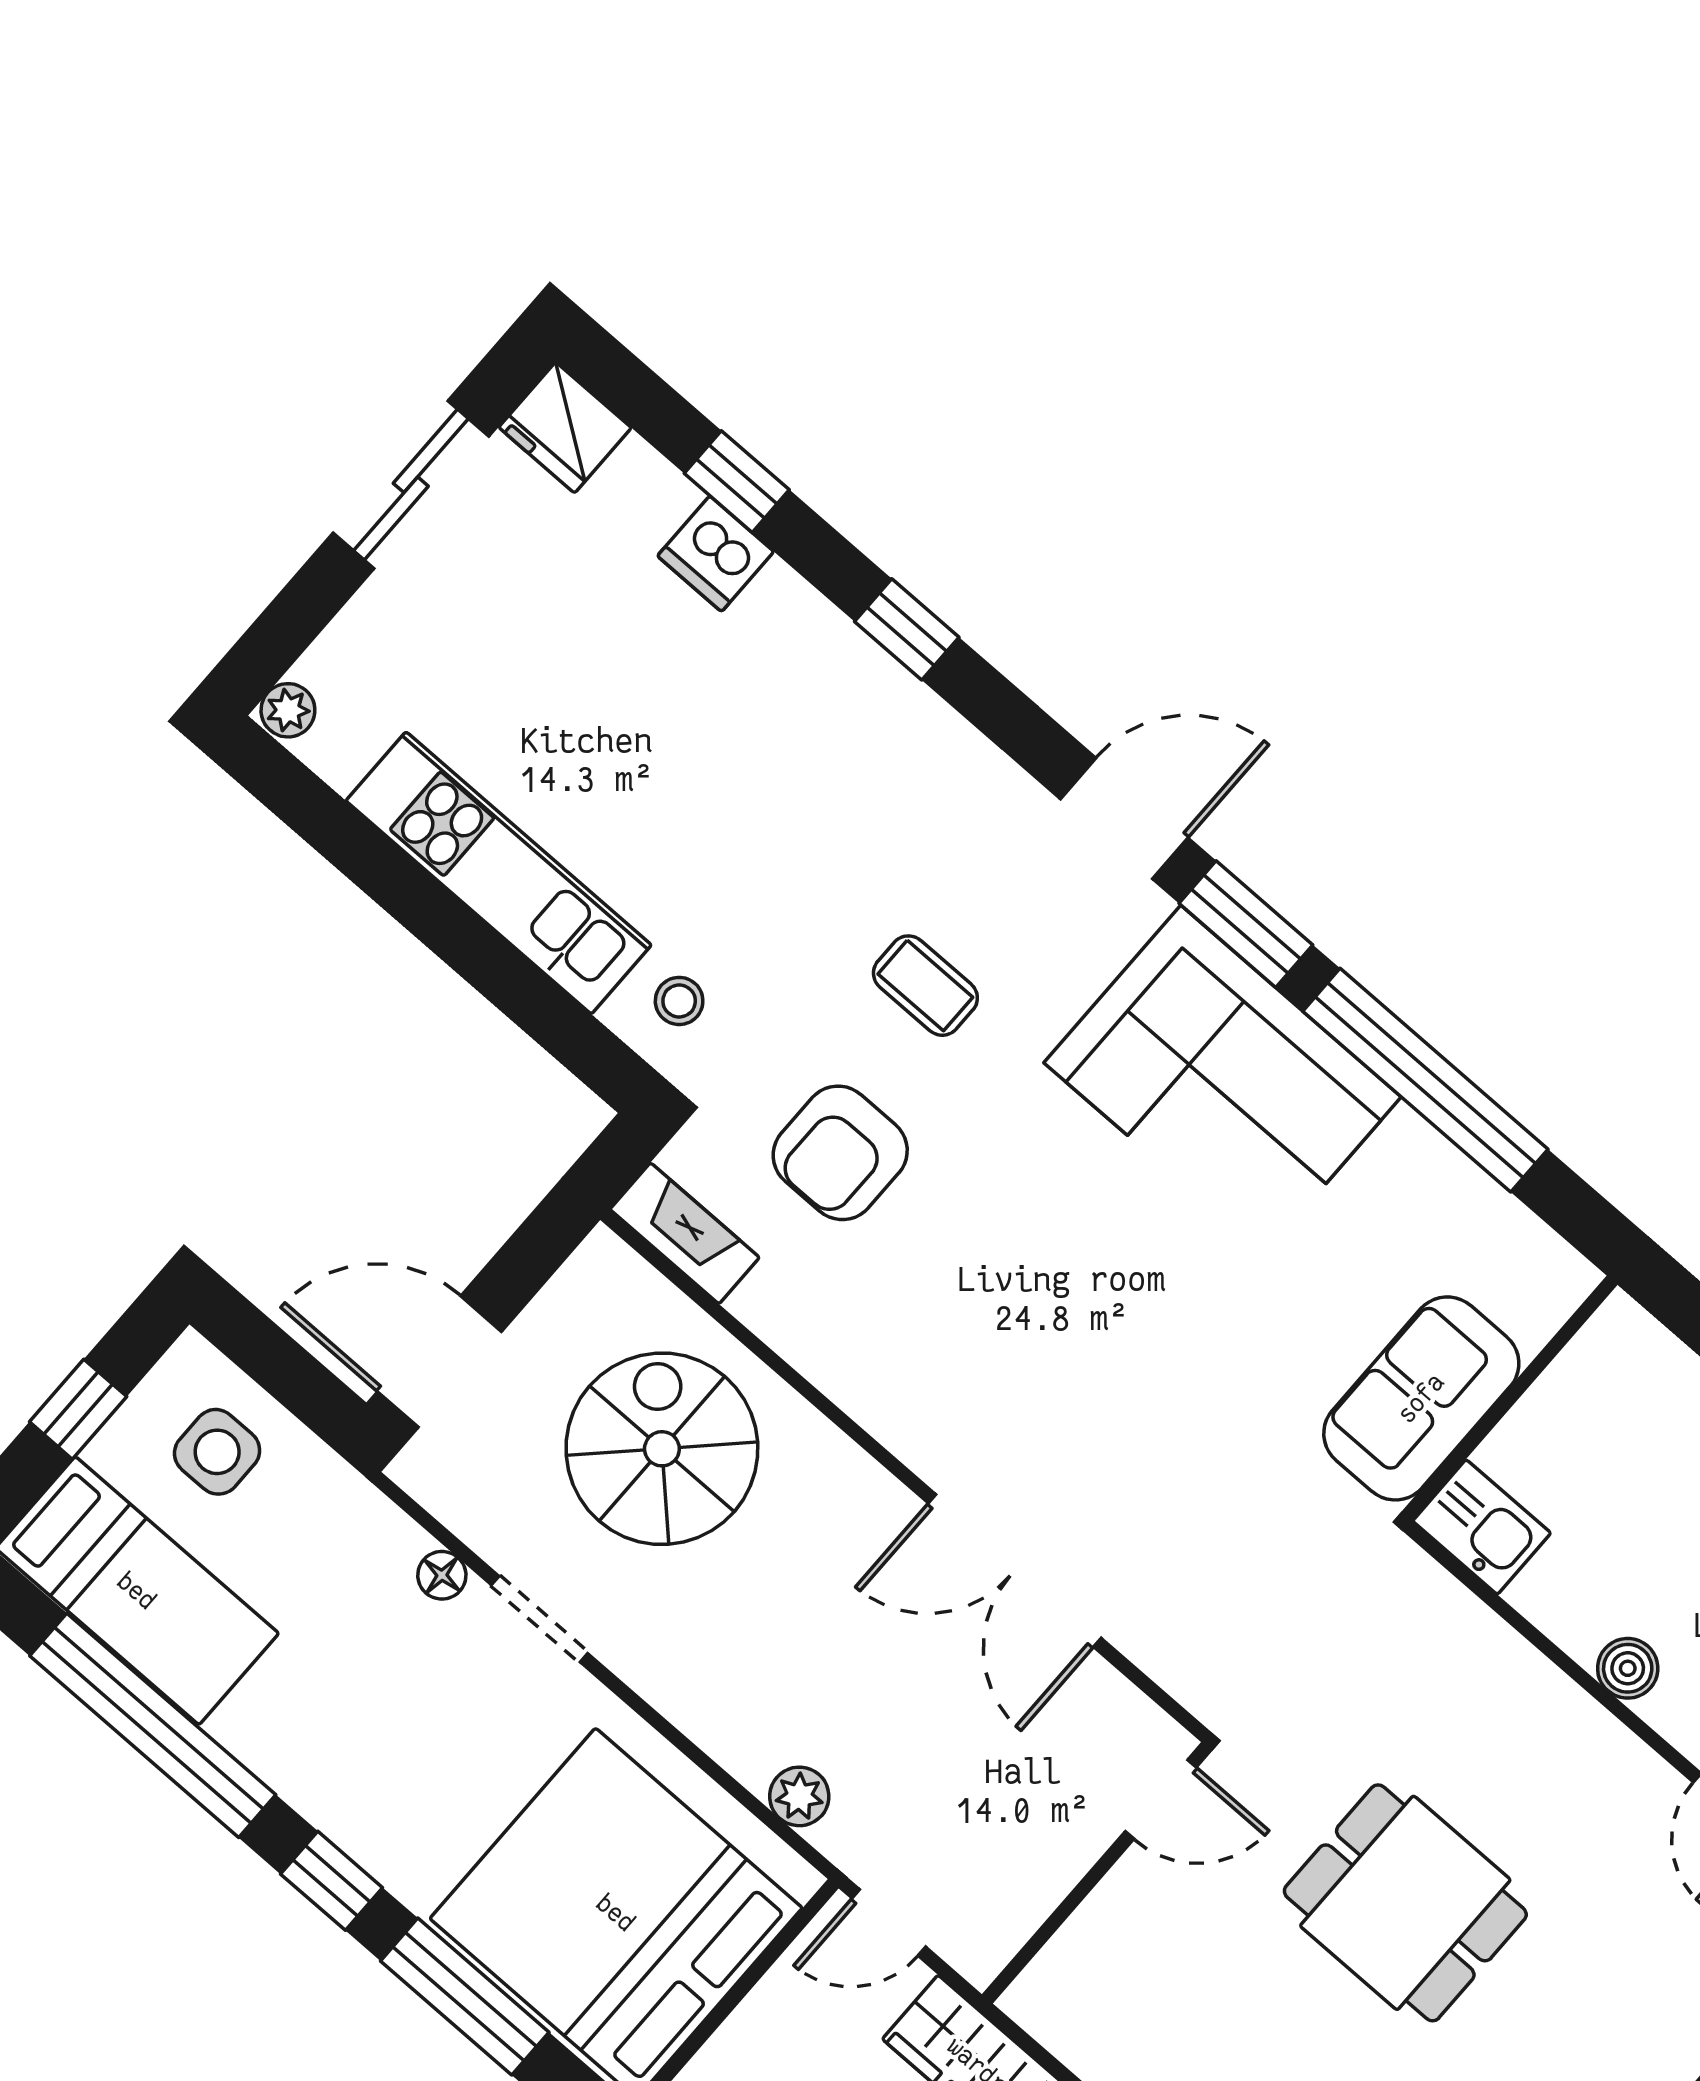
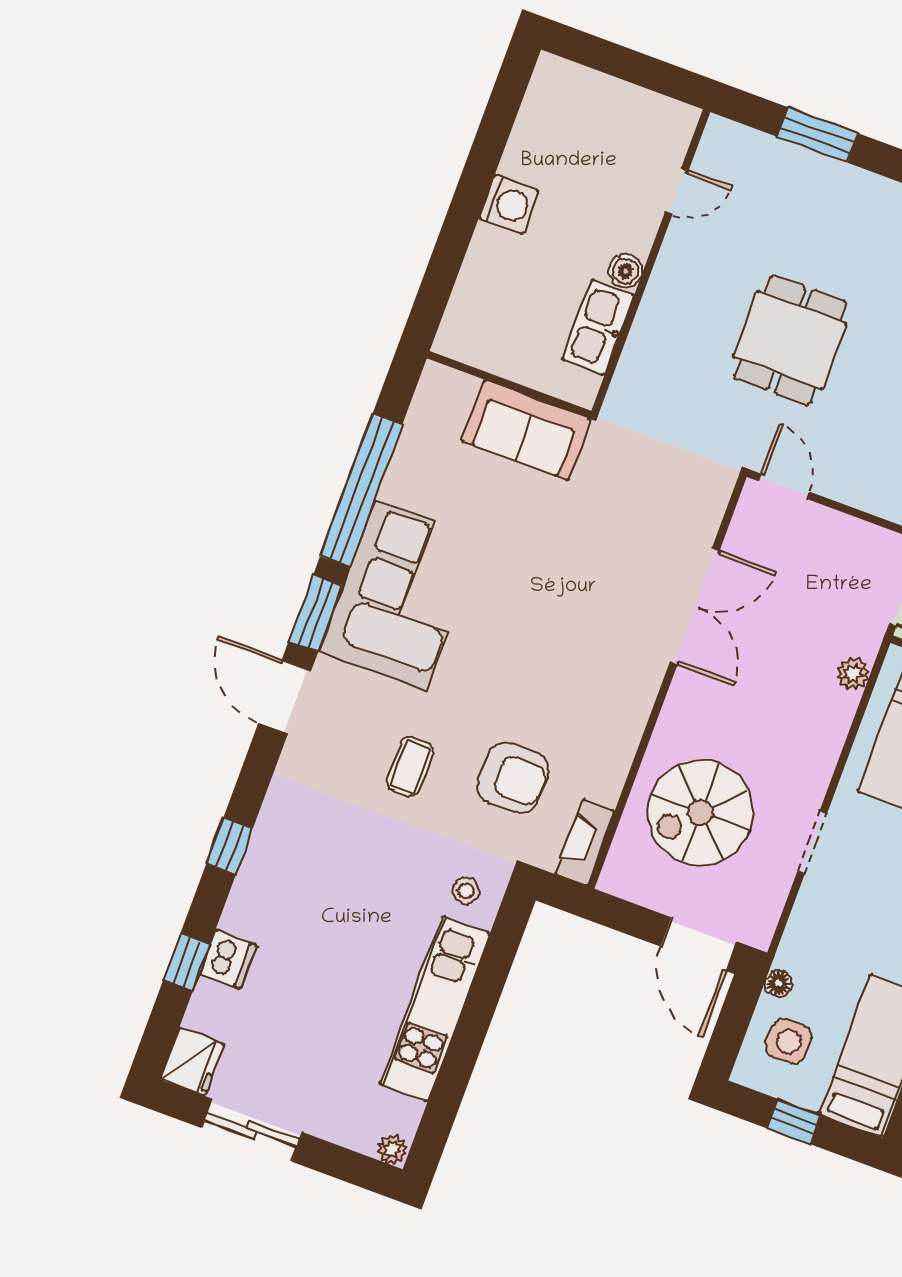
kitchen sink: (1482, 1527) -> (598, 327), moved, width x1.38
floor lamp: (442, 1575) -> (778, 984), moved

